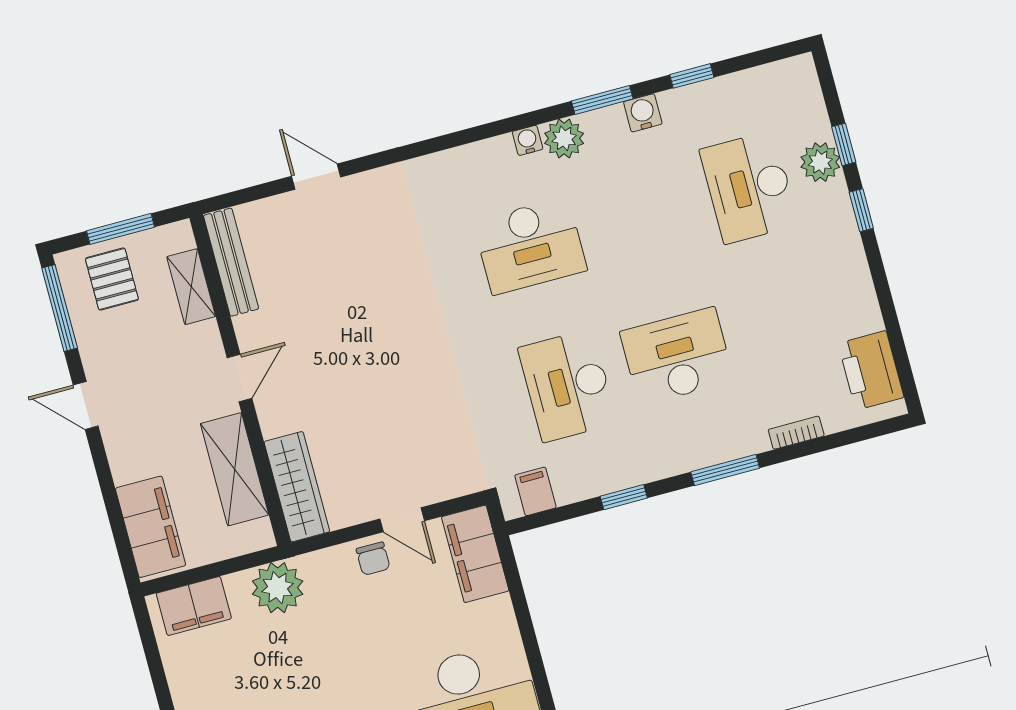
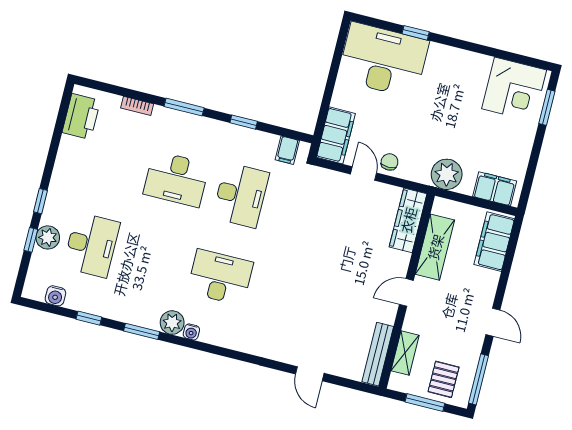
water cooler: (643, 113) -> (55, 296), moved

